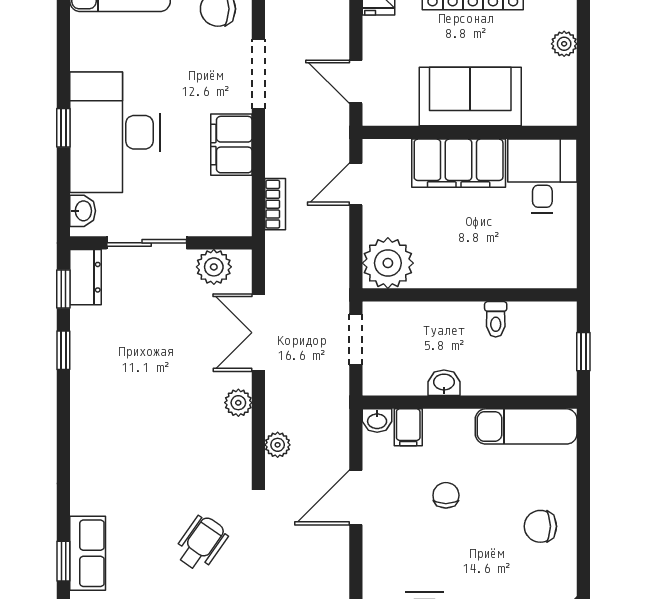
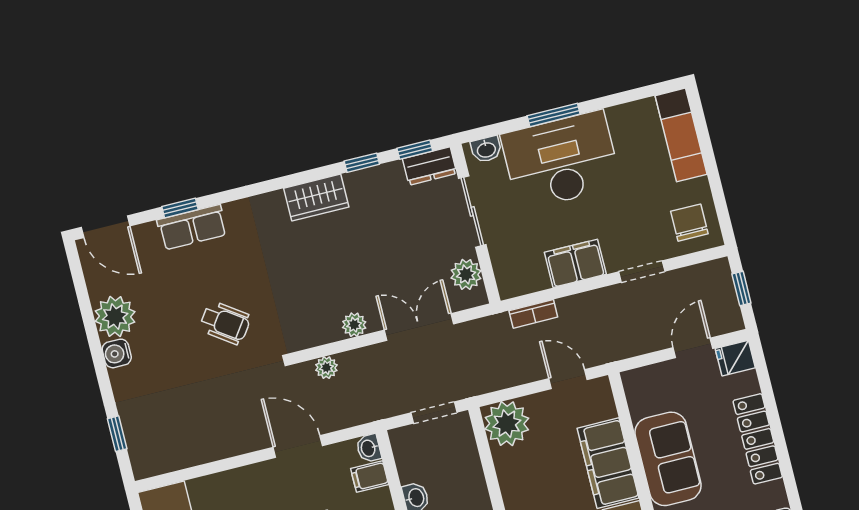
doorway: (258, 74) -> (642, 271), width x0.73
door: (356, 82) -> (693, 348), moved
window: (63, 128) -> (554, 115), width x1.50
wardrobe: (89, 410) -> (316, 198), added

